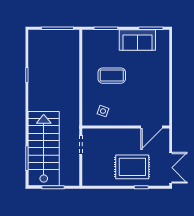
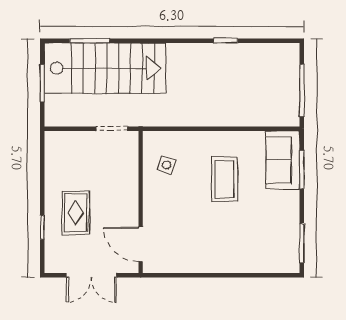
sofa: (137, 40) -> (283, 160), moved
rug: (132, 167) -> (75, 213), width x0.73, depth x0.70
double door: (171, 168) -> (91, 275), moved

